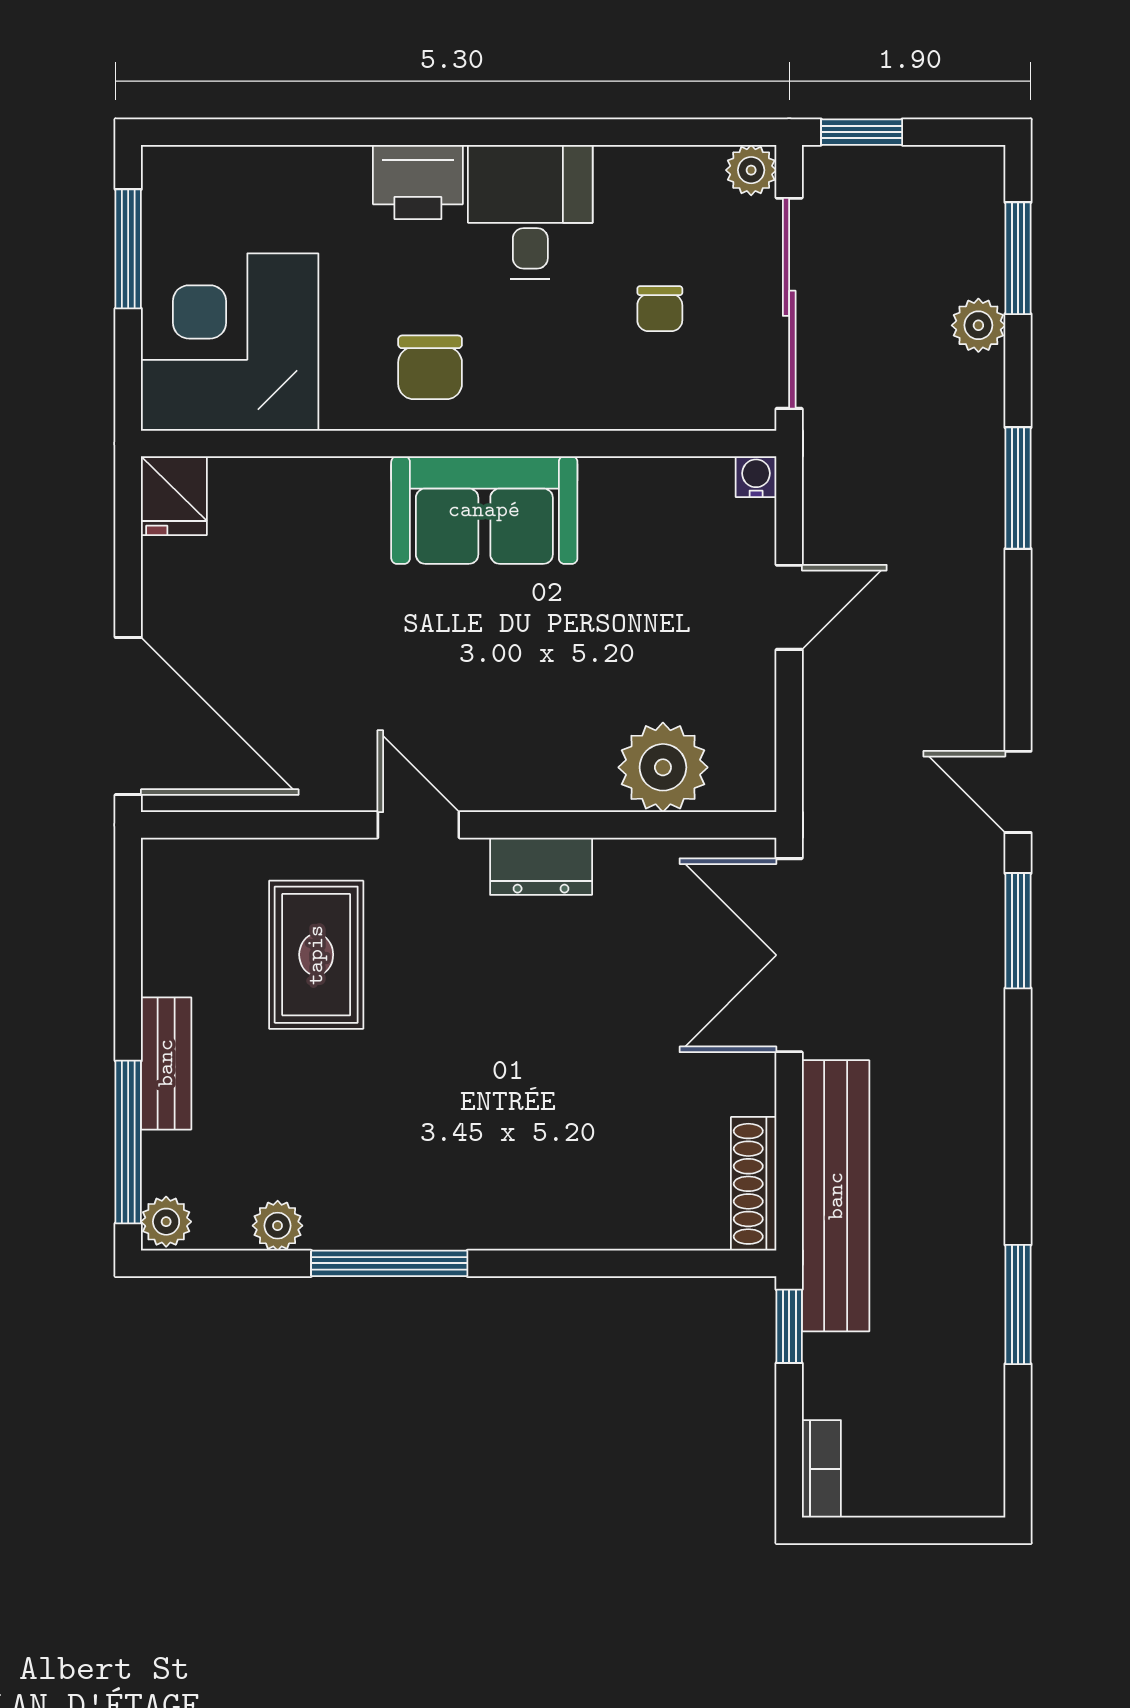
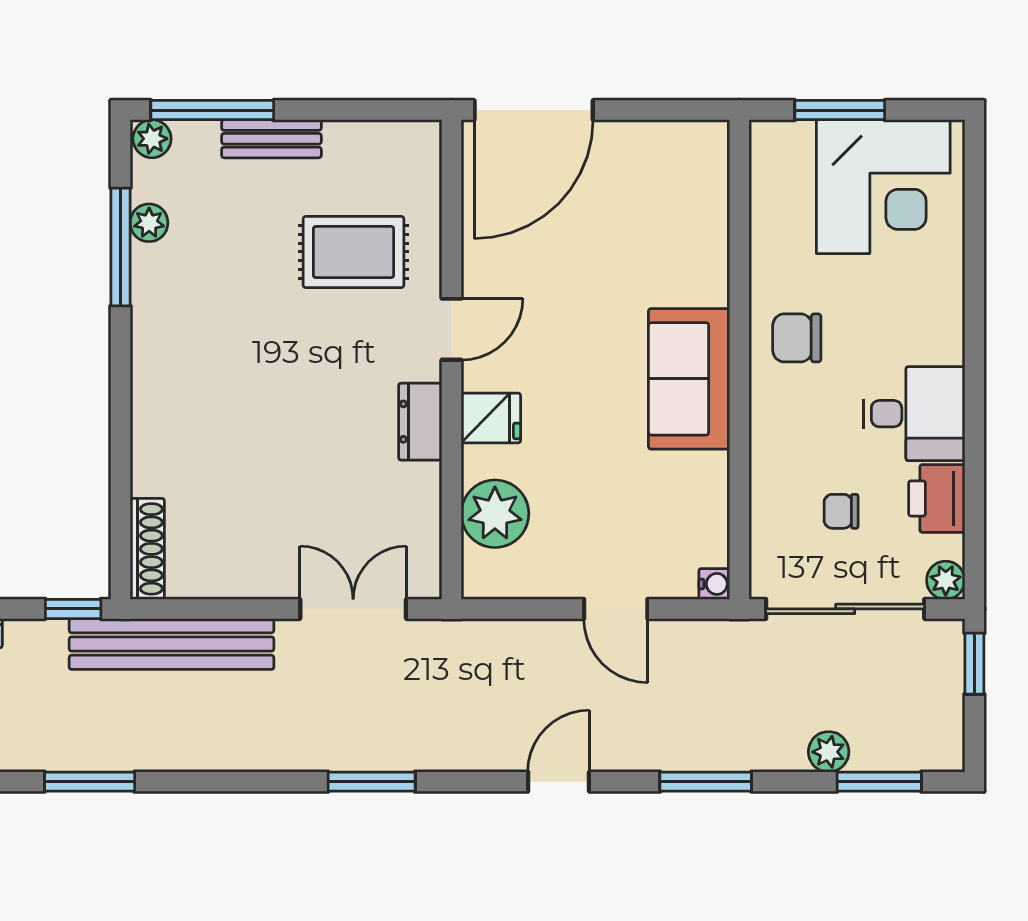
printer: (418, 182) -> (937, 498), moved
window: (128, 249) -> (840, 110), moved
corner desk: (230, 342) -> (883, 187), moved, turned 90
fridge: (174, 496) -> (491, 418), moved, turned 180
door: (1018, 792) -> (559, 782), moved
double door: (789, 955) -> (353, 609), width x0.73
shoe rack: (754, 1184) -> (147, 549), moved, turned 90
window: (389, 1263) -> (121, 247), moved

